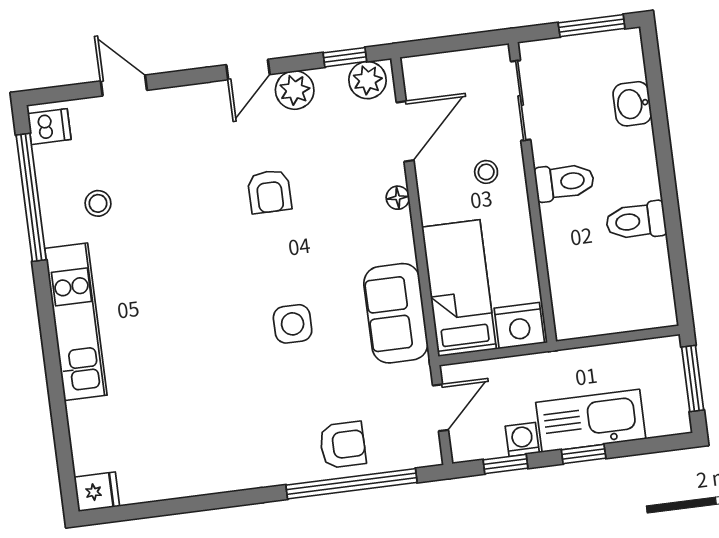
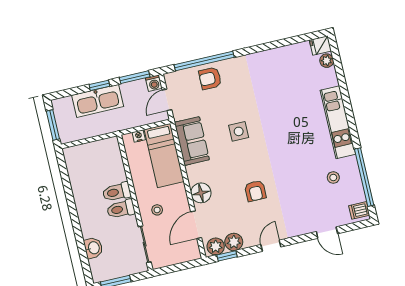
plant: (295, 90) -> (234, 242), moved
armchair: (270, 192) -> (255, 191), turned 180
floor lamp: (398, 198) -> (201, 193), width x1.89, depth x1.89
toilet: (636, 221) -> (117, 192), moved, turned 180
nightstand: (519, 326) -> (139, 136), width x0.53, depth x0.56
washing machine: (522, 439) -> (154, 83), moved
plant: (87, 458) -> (327, 61), added
window: (505, 464) -> (135, 77), width x1.50

